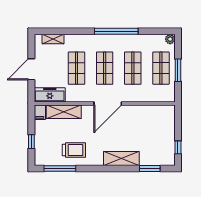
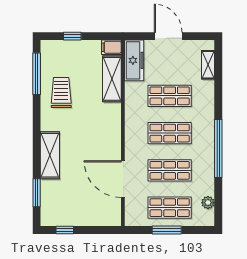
plant: (170, 39) -> (208, 203), moved
door: (108, 103) -> (123, 179), moved
trolley: (74, 150) -> (61, 92), turned 180

